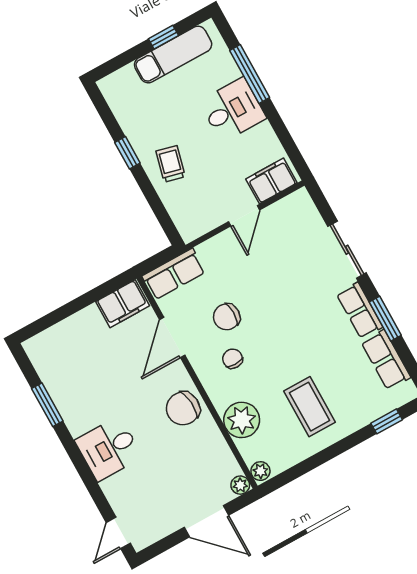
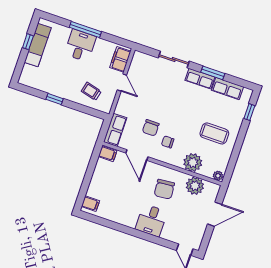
window: (250, 74) -> (85, 29), moved
trolley: (171, 164) -> (91, 91), moved
filing cabinet: (123, 304) -> (108, 154), width x0.50
filing cabinet: (44, 347) -> (90, 204), added
window: (47, 405) -> (112, 225), removed
chair: (183, 408) -> (164, 189), moved
plant: (240, 485) -> (195, 186), moved, width x1.87, depth x1.87

